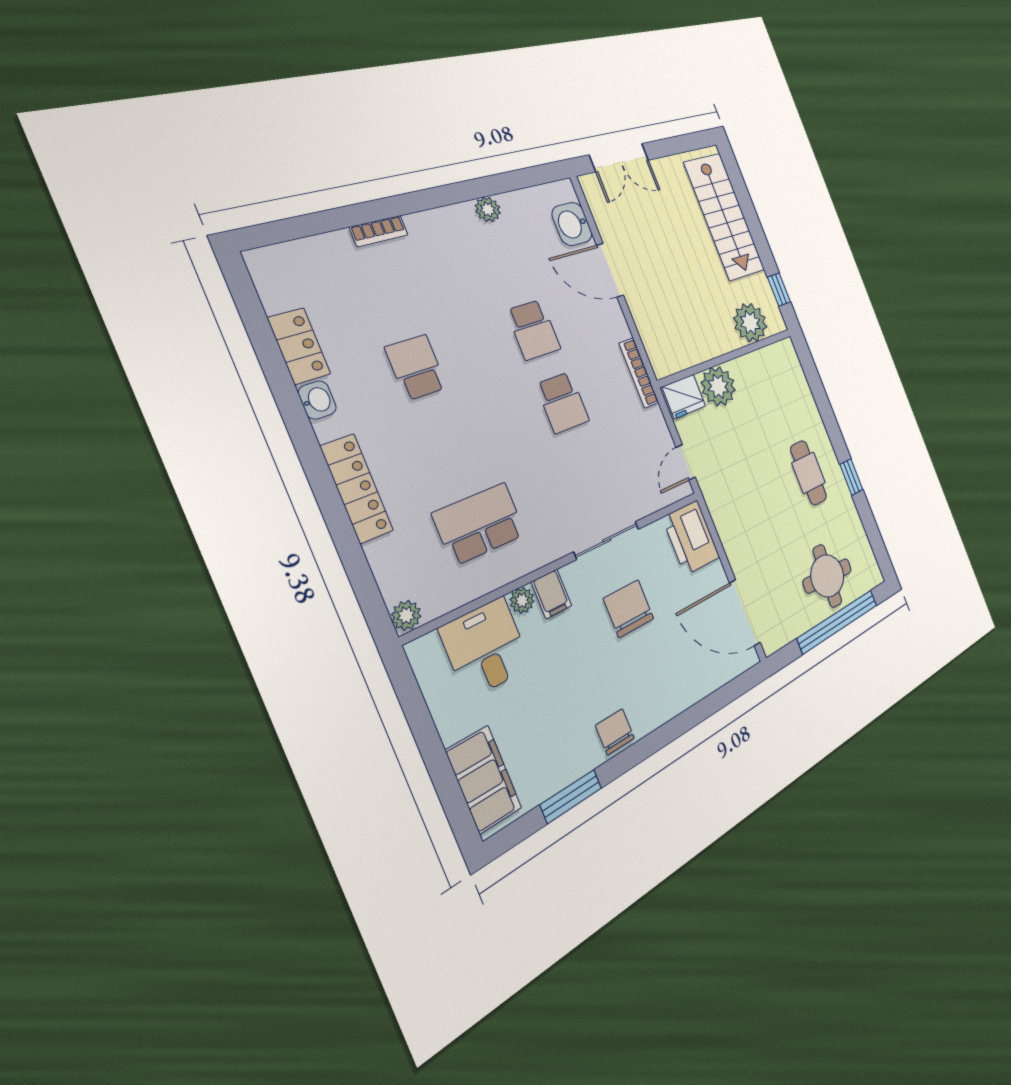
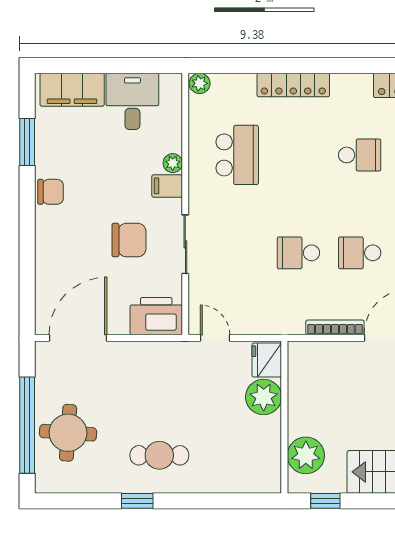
bookcase: (639, 373) -> (335, 327), moved
washbasin: (317, 400) -> (359, 83), removed
desk: (486, 648) -> (132, 101), moved, turned -90

